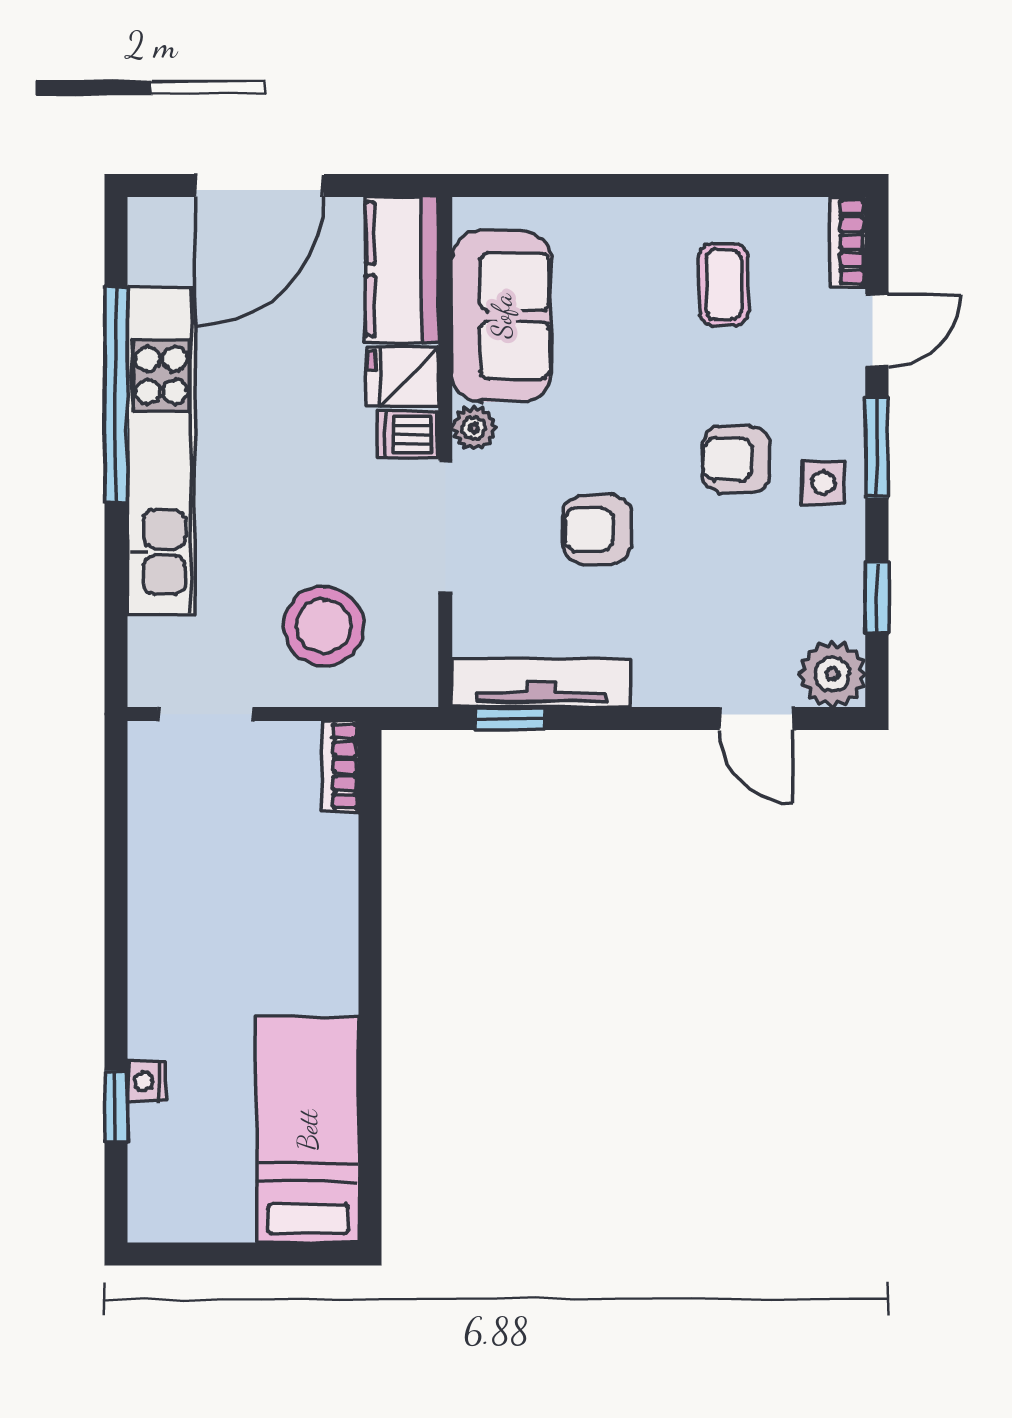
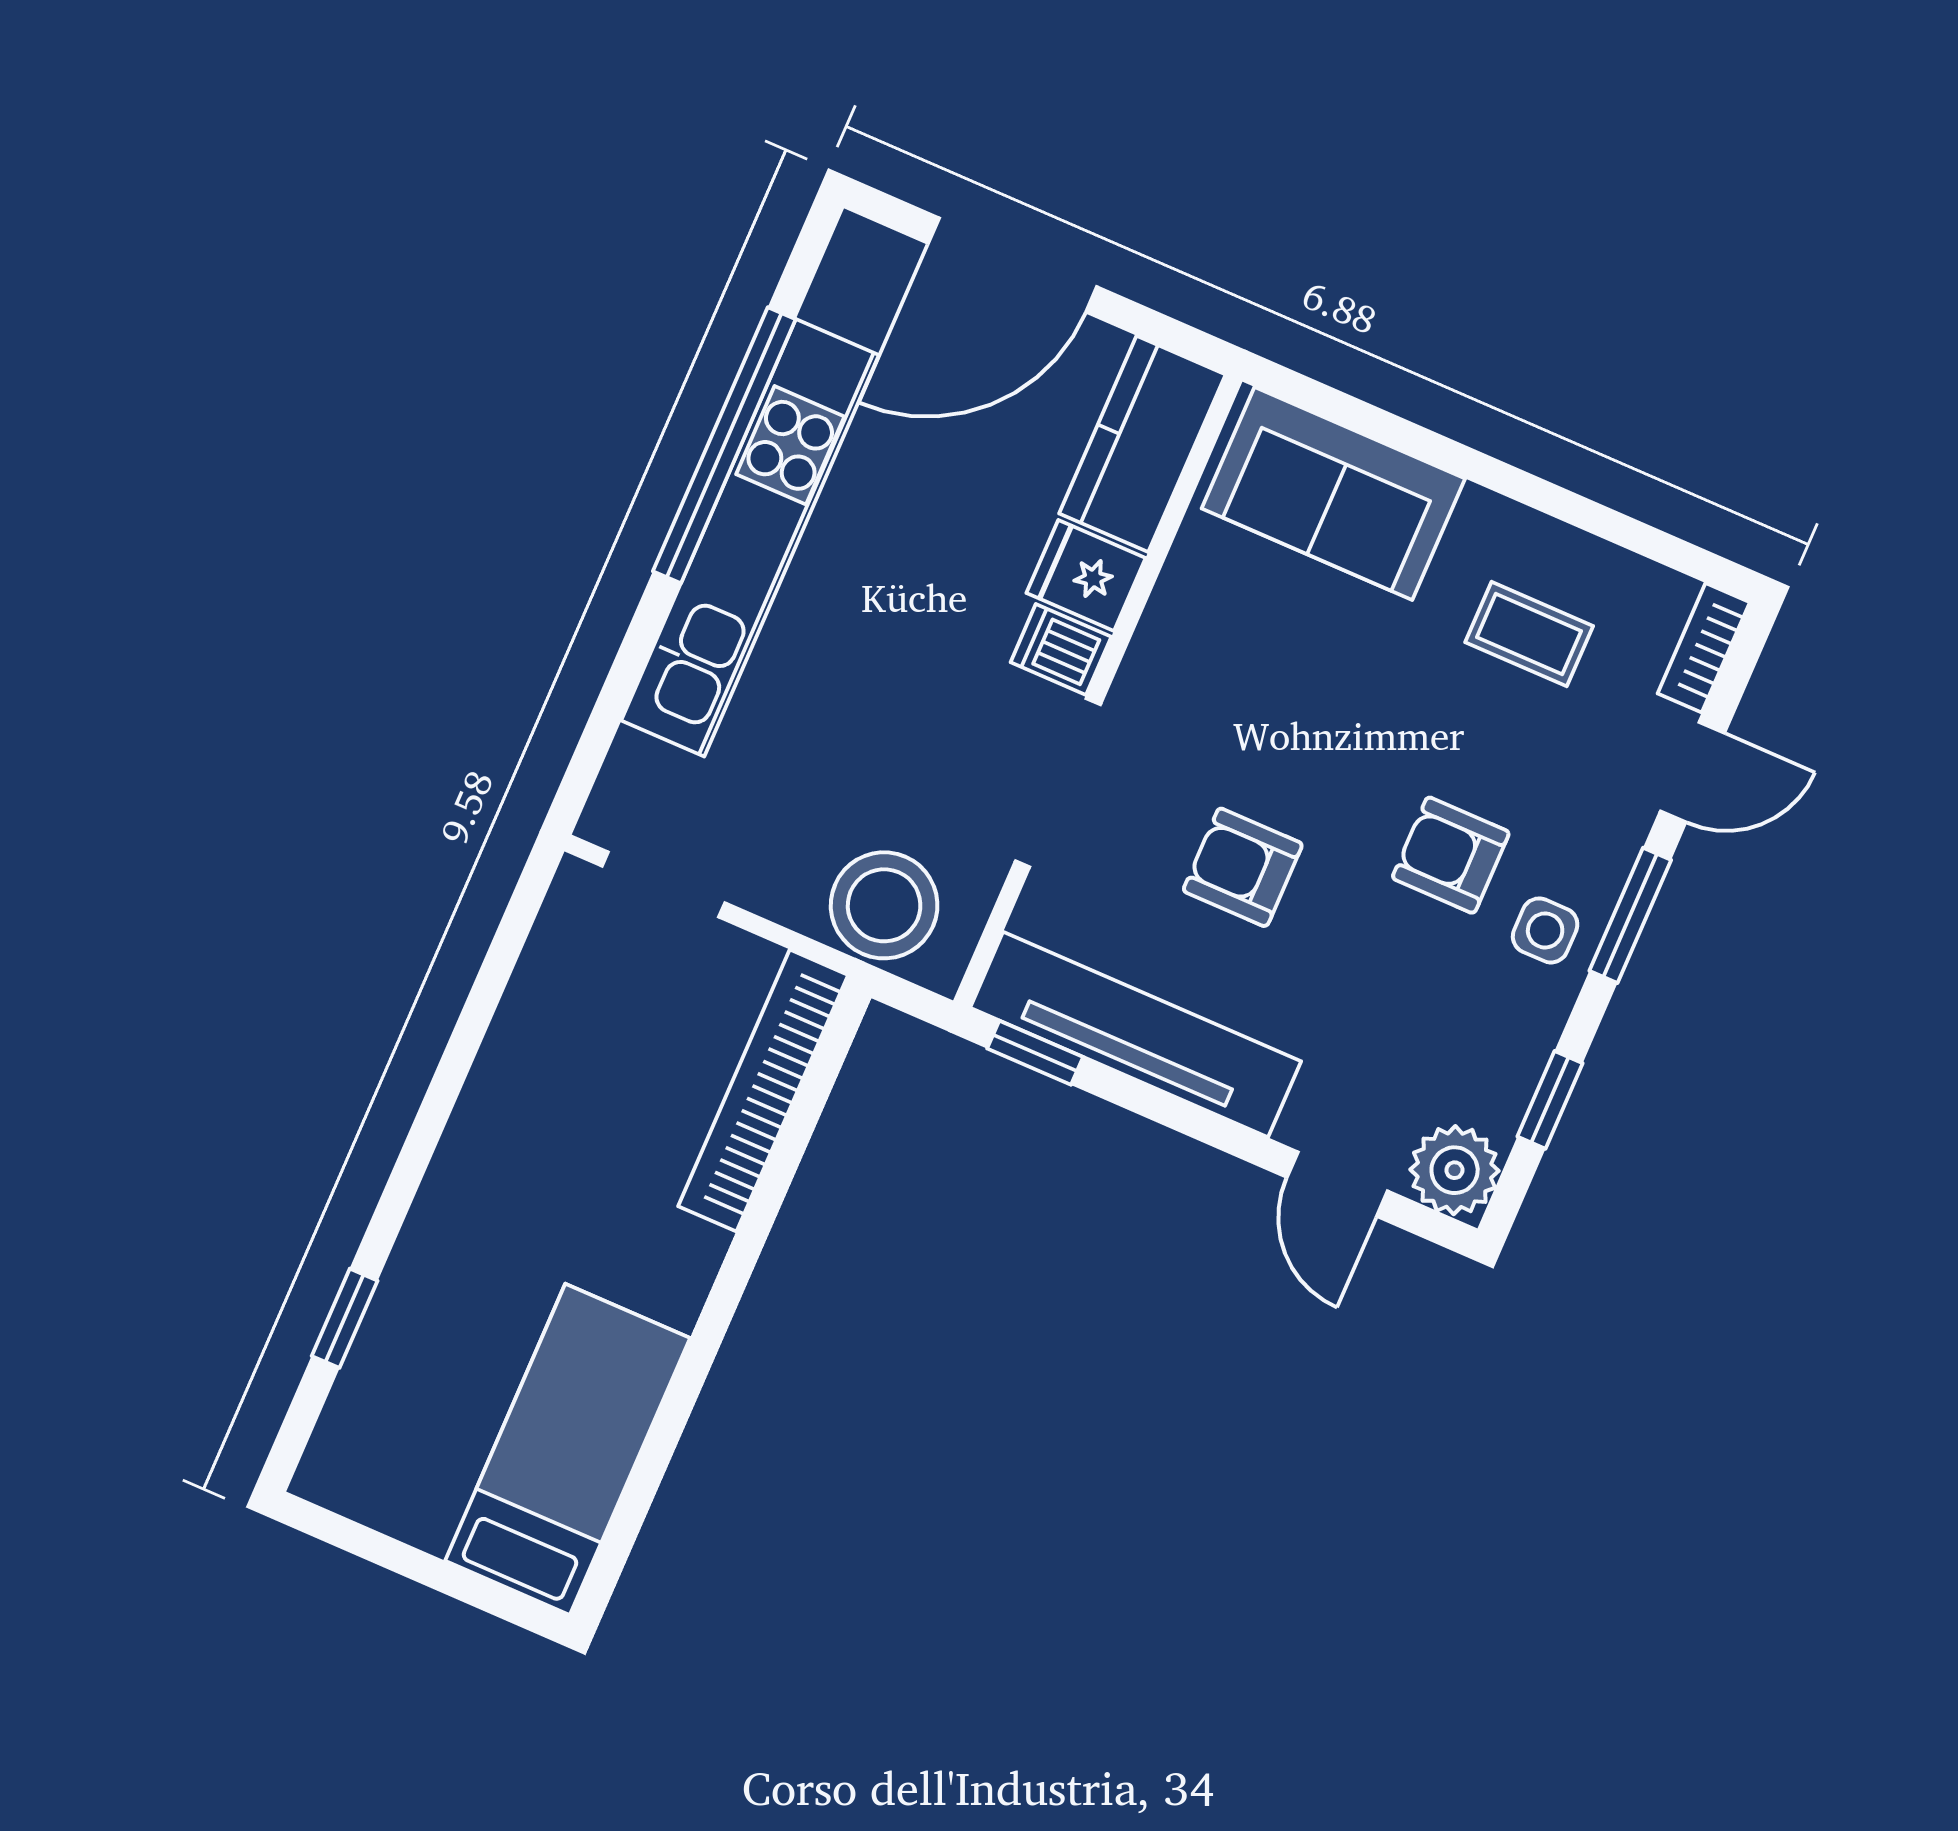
coffee table: (724, 284) -> (1529, 634), turned 90
sofa: (502, 316) -> (1333, 493), moved, turned 90
plant: (474, 428) -> (1146, 677), removed
stool: (324, 626) -> (884, 905), moved
tv unit: (541, 683) -> (1136, 1034), width x1.36, depth x1.29
bookcase: (340, 766) -> (763, 1091), width x2.31, depth x1.31
nightstand: (146, 1081) -> (395, 1304), removed

